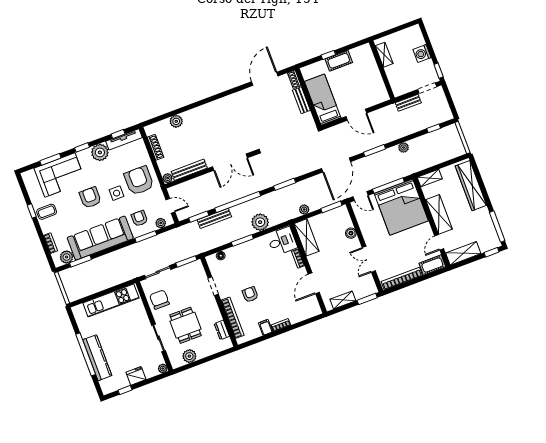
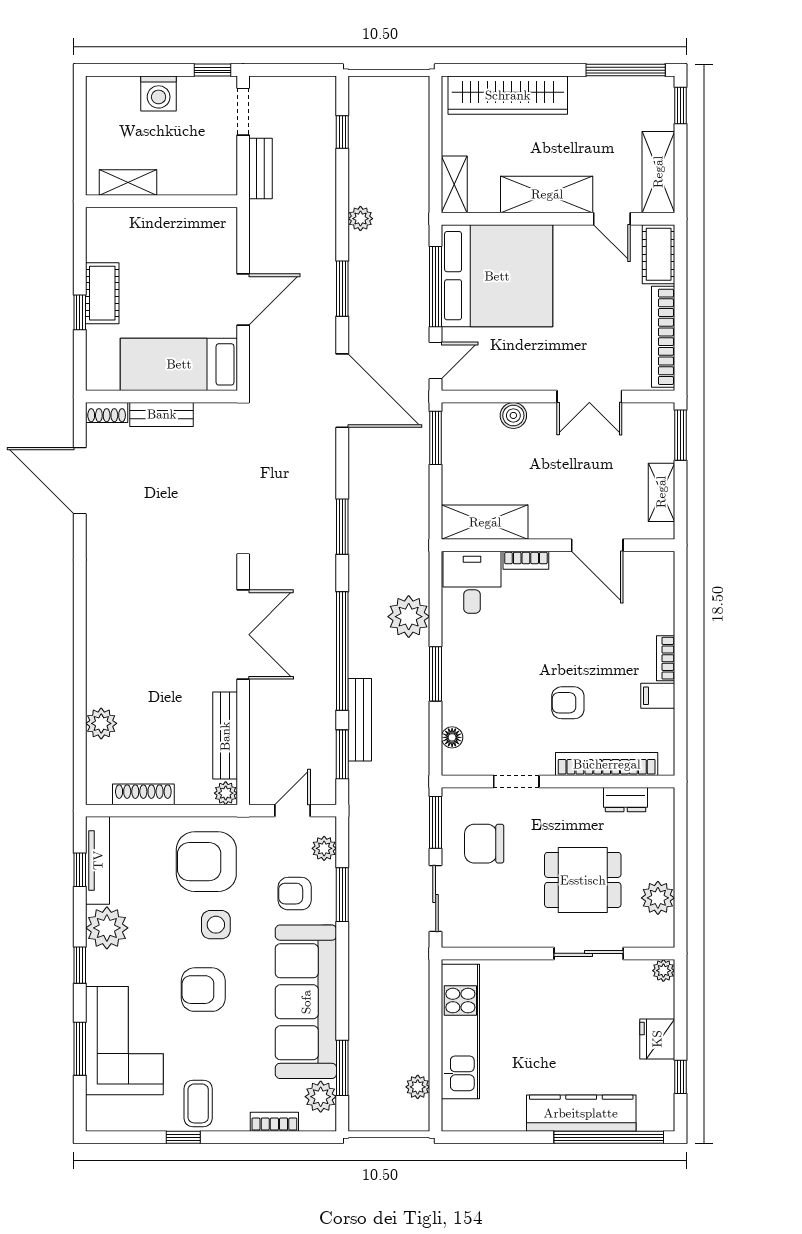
plant: (304, 210) -> (418, 1087), moved
chair: (159, 300) -> (484, 844), moved
window: (86, 354) -> (609, 1137), moved

